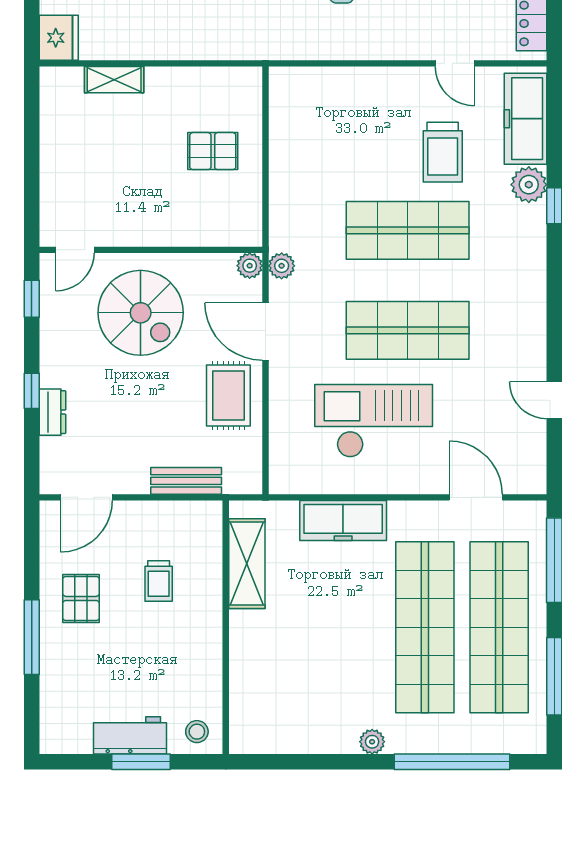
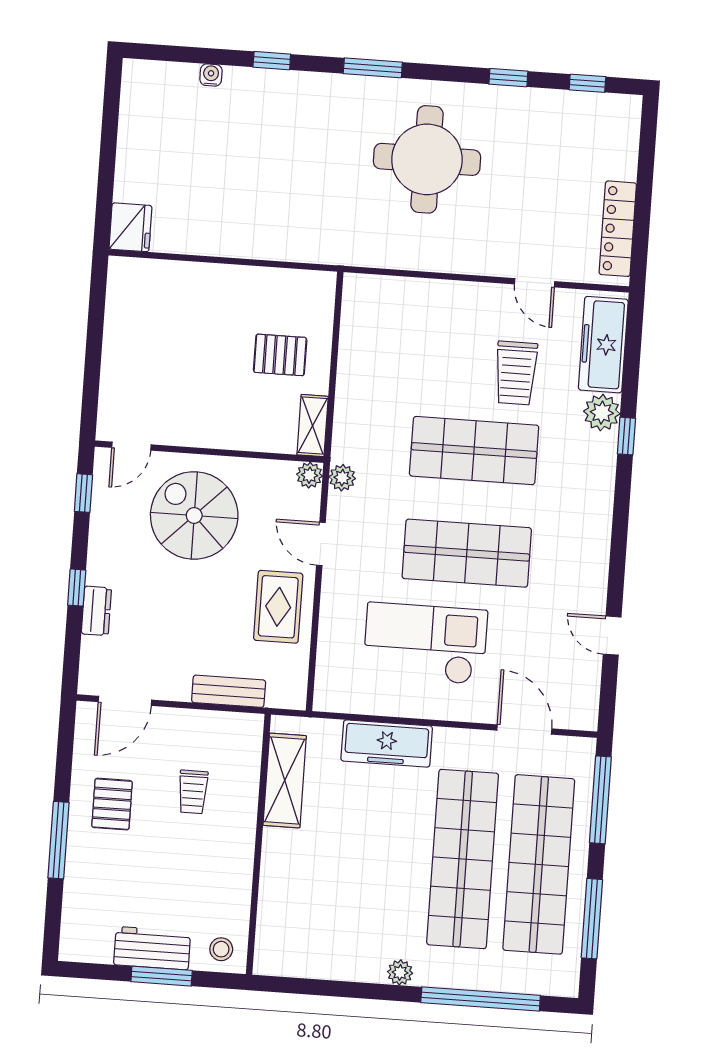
shelving: (114, 80) -> (313, 426), moved, turned 90
spiral stairs: (141, 313) -> (194, 515), turned 180
door: (265, 332) -> (321, 544), width x0.73

